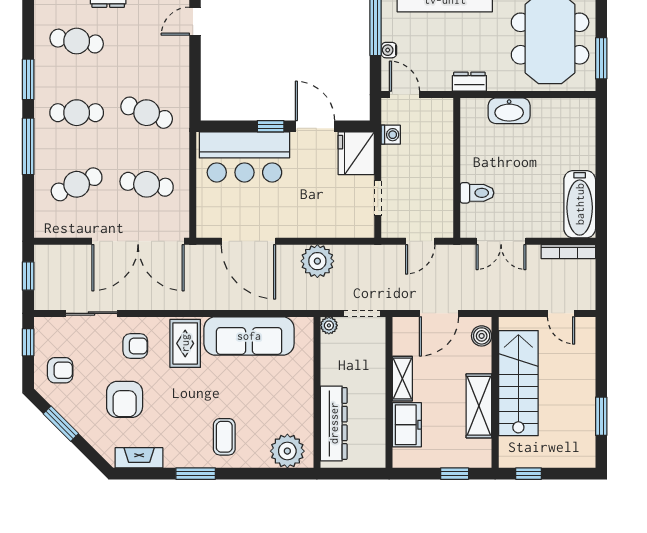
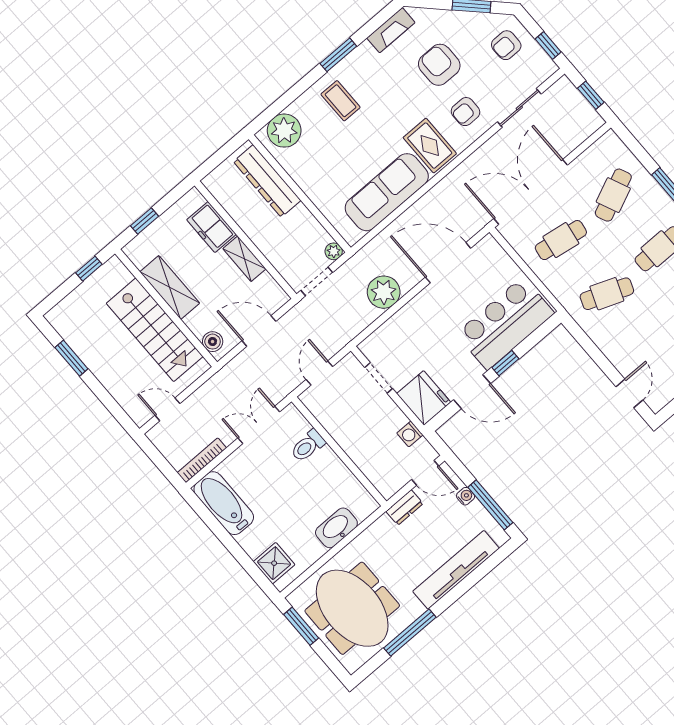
dresser: (469, 82) -> (404, 507), moved
shower: (580, 125) -> (274, 563), added
door: (439, 313) -> (259, 331), hinge flipped

